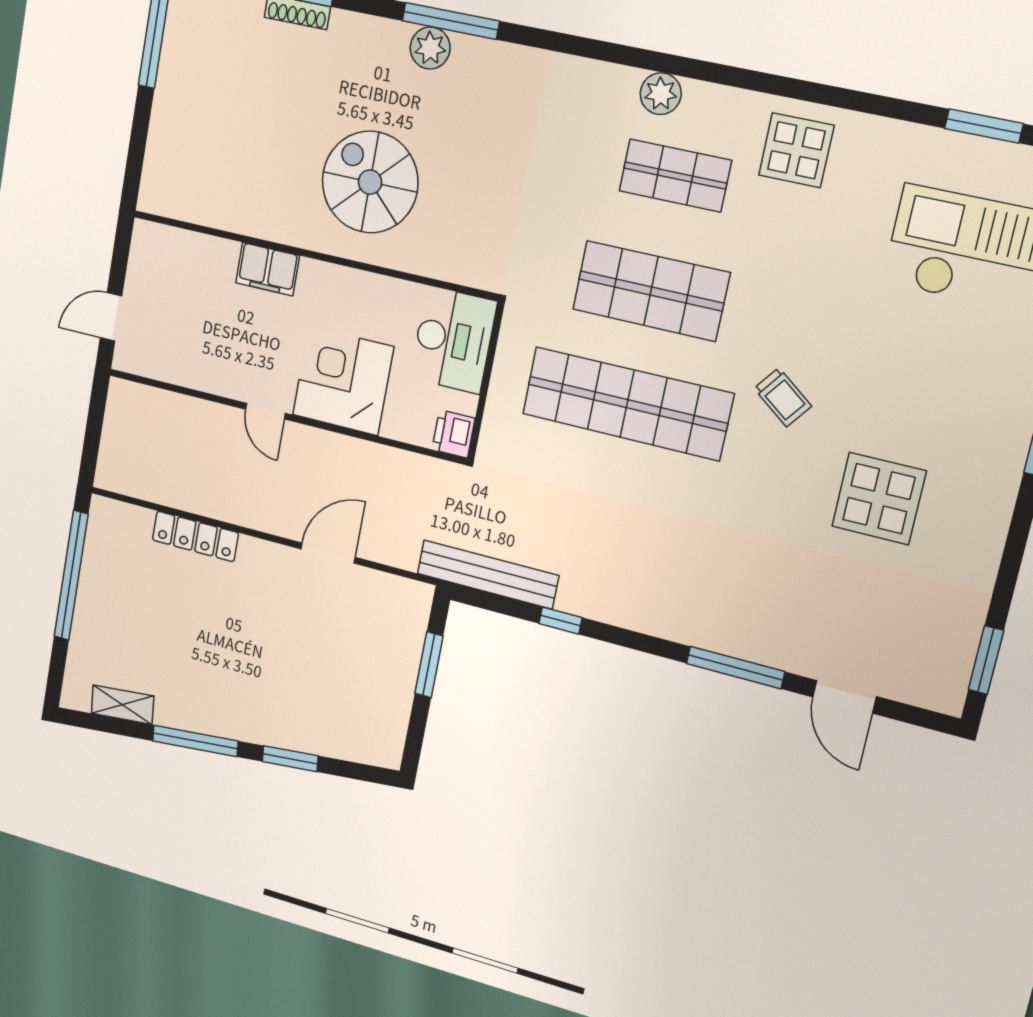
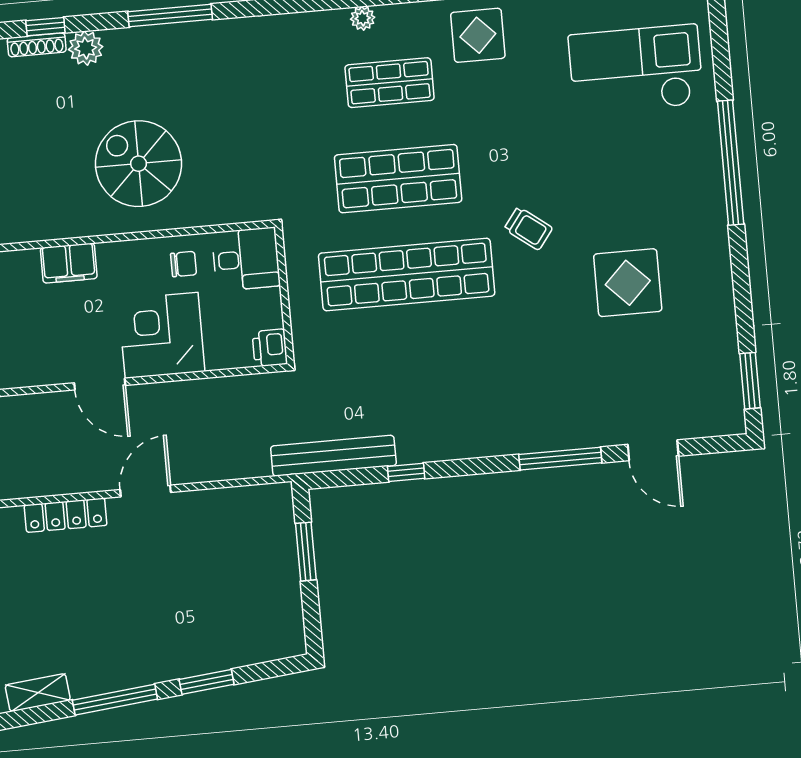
plant: (430, 48) -> (86, 48), moved
plant: (661, 94) -> (363, 18), width x0.73, depth x0.73
chair: (387, 310) -> (184, 264), added
desk: (453, 340) -> (246, 259), width x0.73
door: (265, 411) -> (100, 384), width x1.38
door: (328, 553) -> (145, 491), moved

